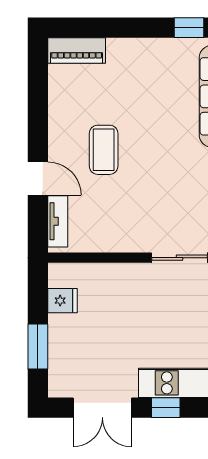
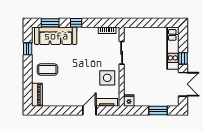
coffee table: (104, 150) -> (47, 70), moved
side table: (118, 222) -> (107, 78), added
fridge: (62, 301) -> (129, 101), moved

